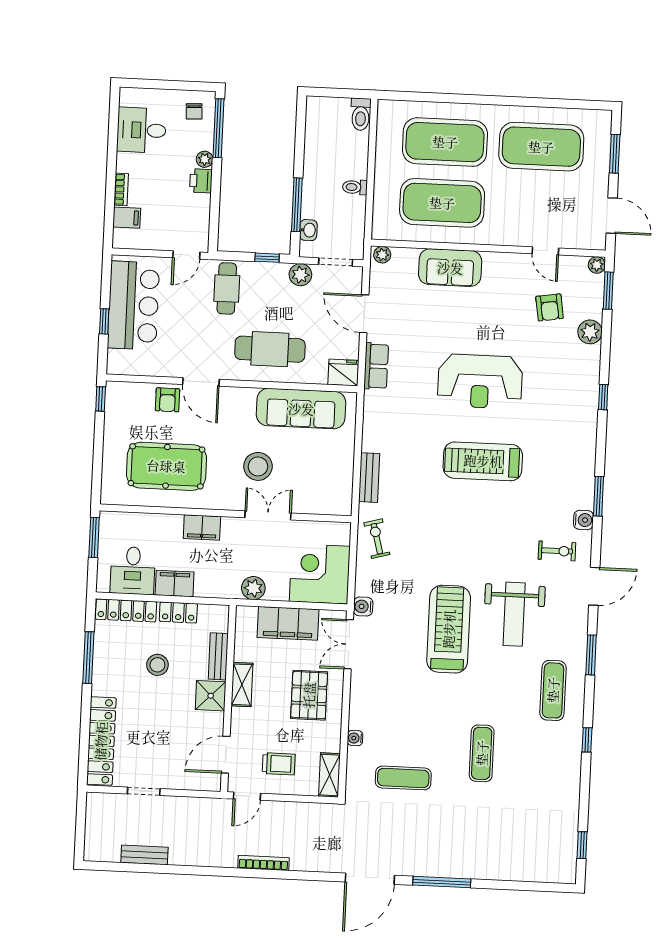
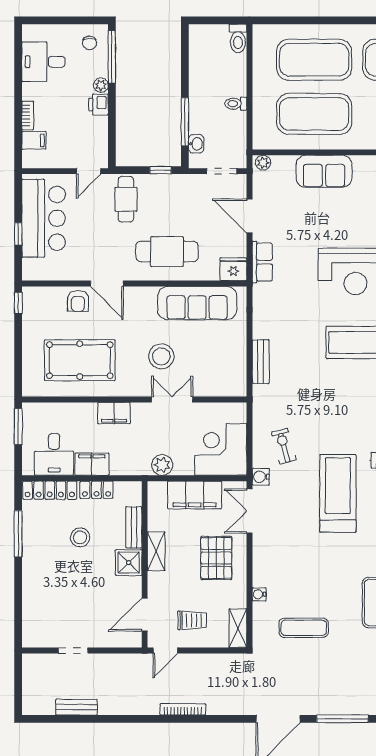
plant: (300, 275) -> (191, 184), removed
exercise bike: (377, 539) -> (284, 446), moved
locker: (101, 741) -> (33, 608), removed

